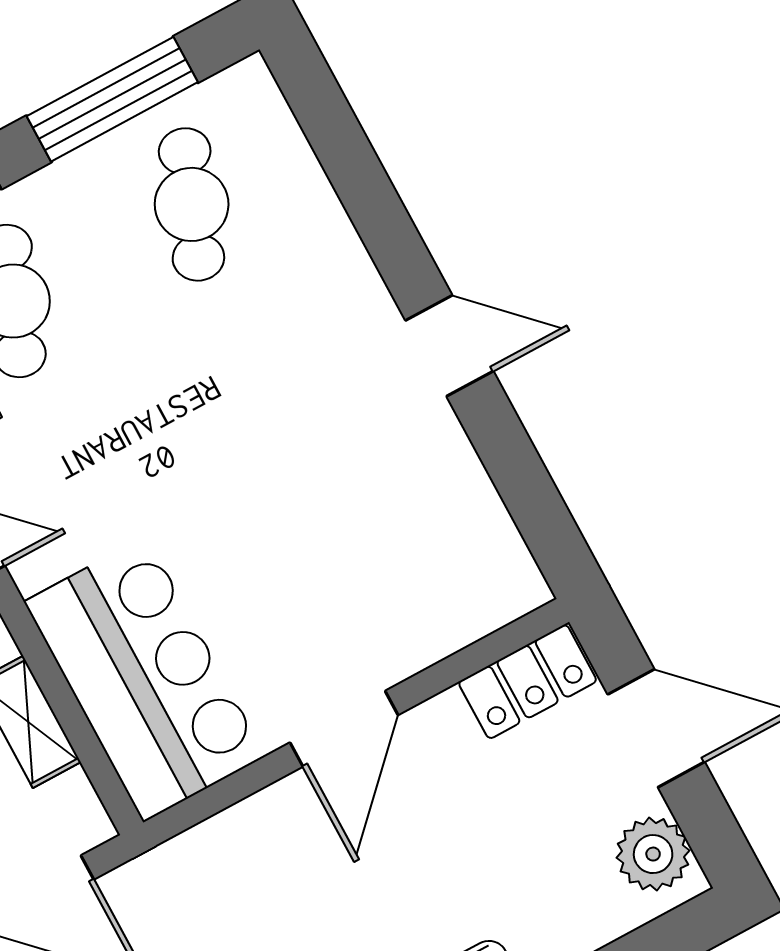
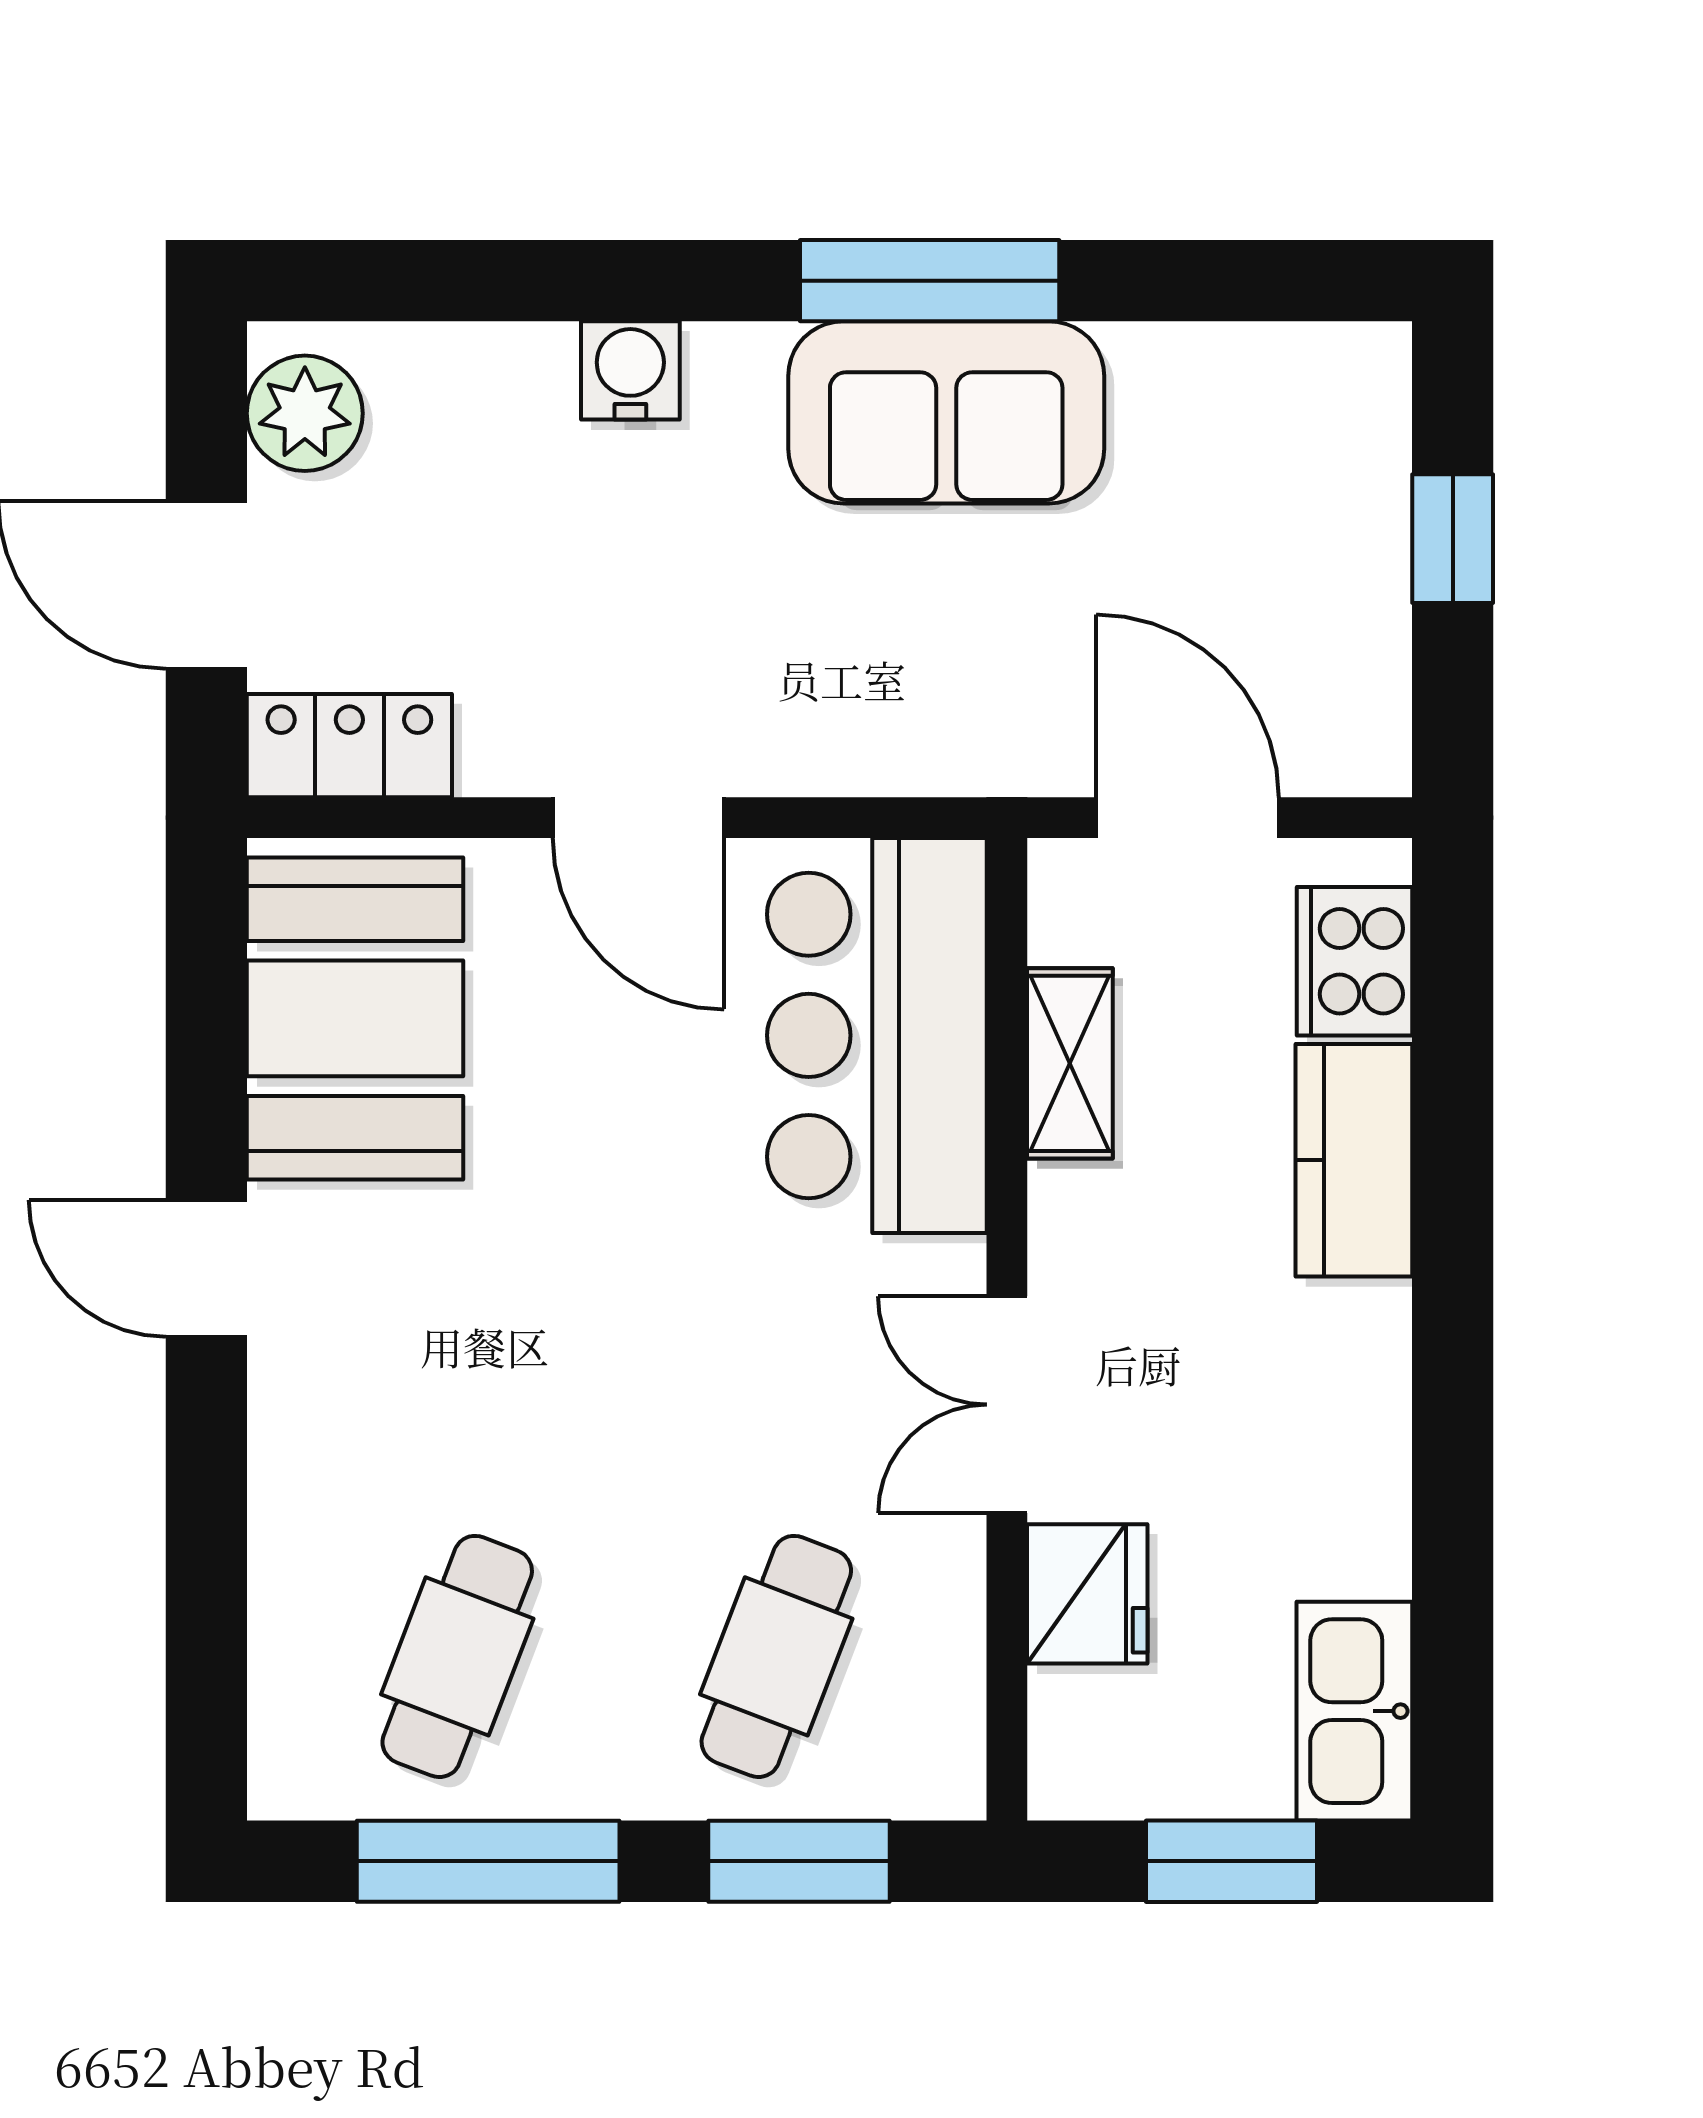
booth: (442, 531) -> (355, 1018), added
door: (344, 729) -> (638, 818), swing flipped

